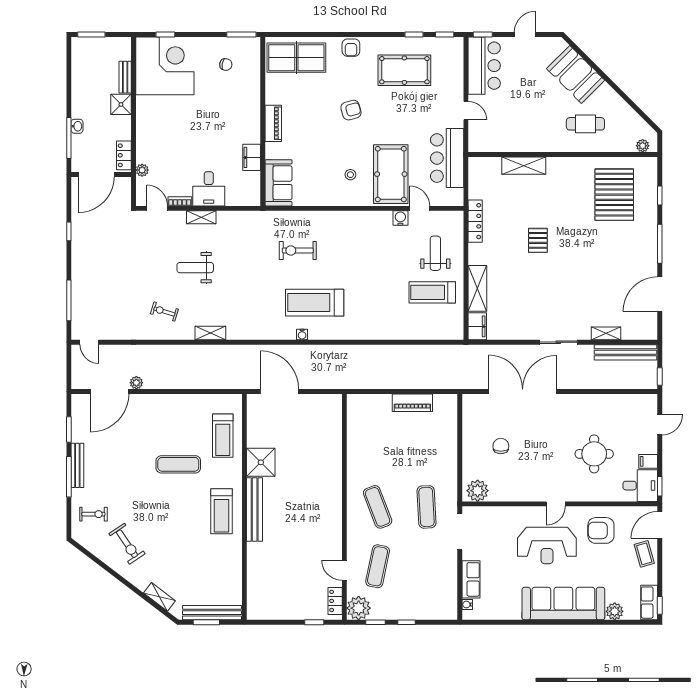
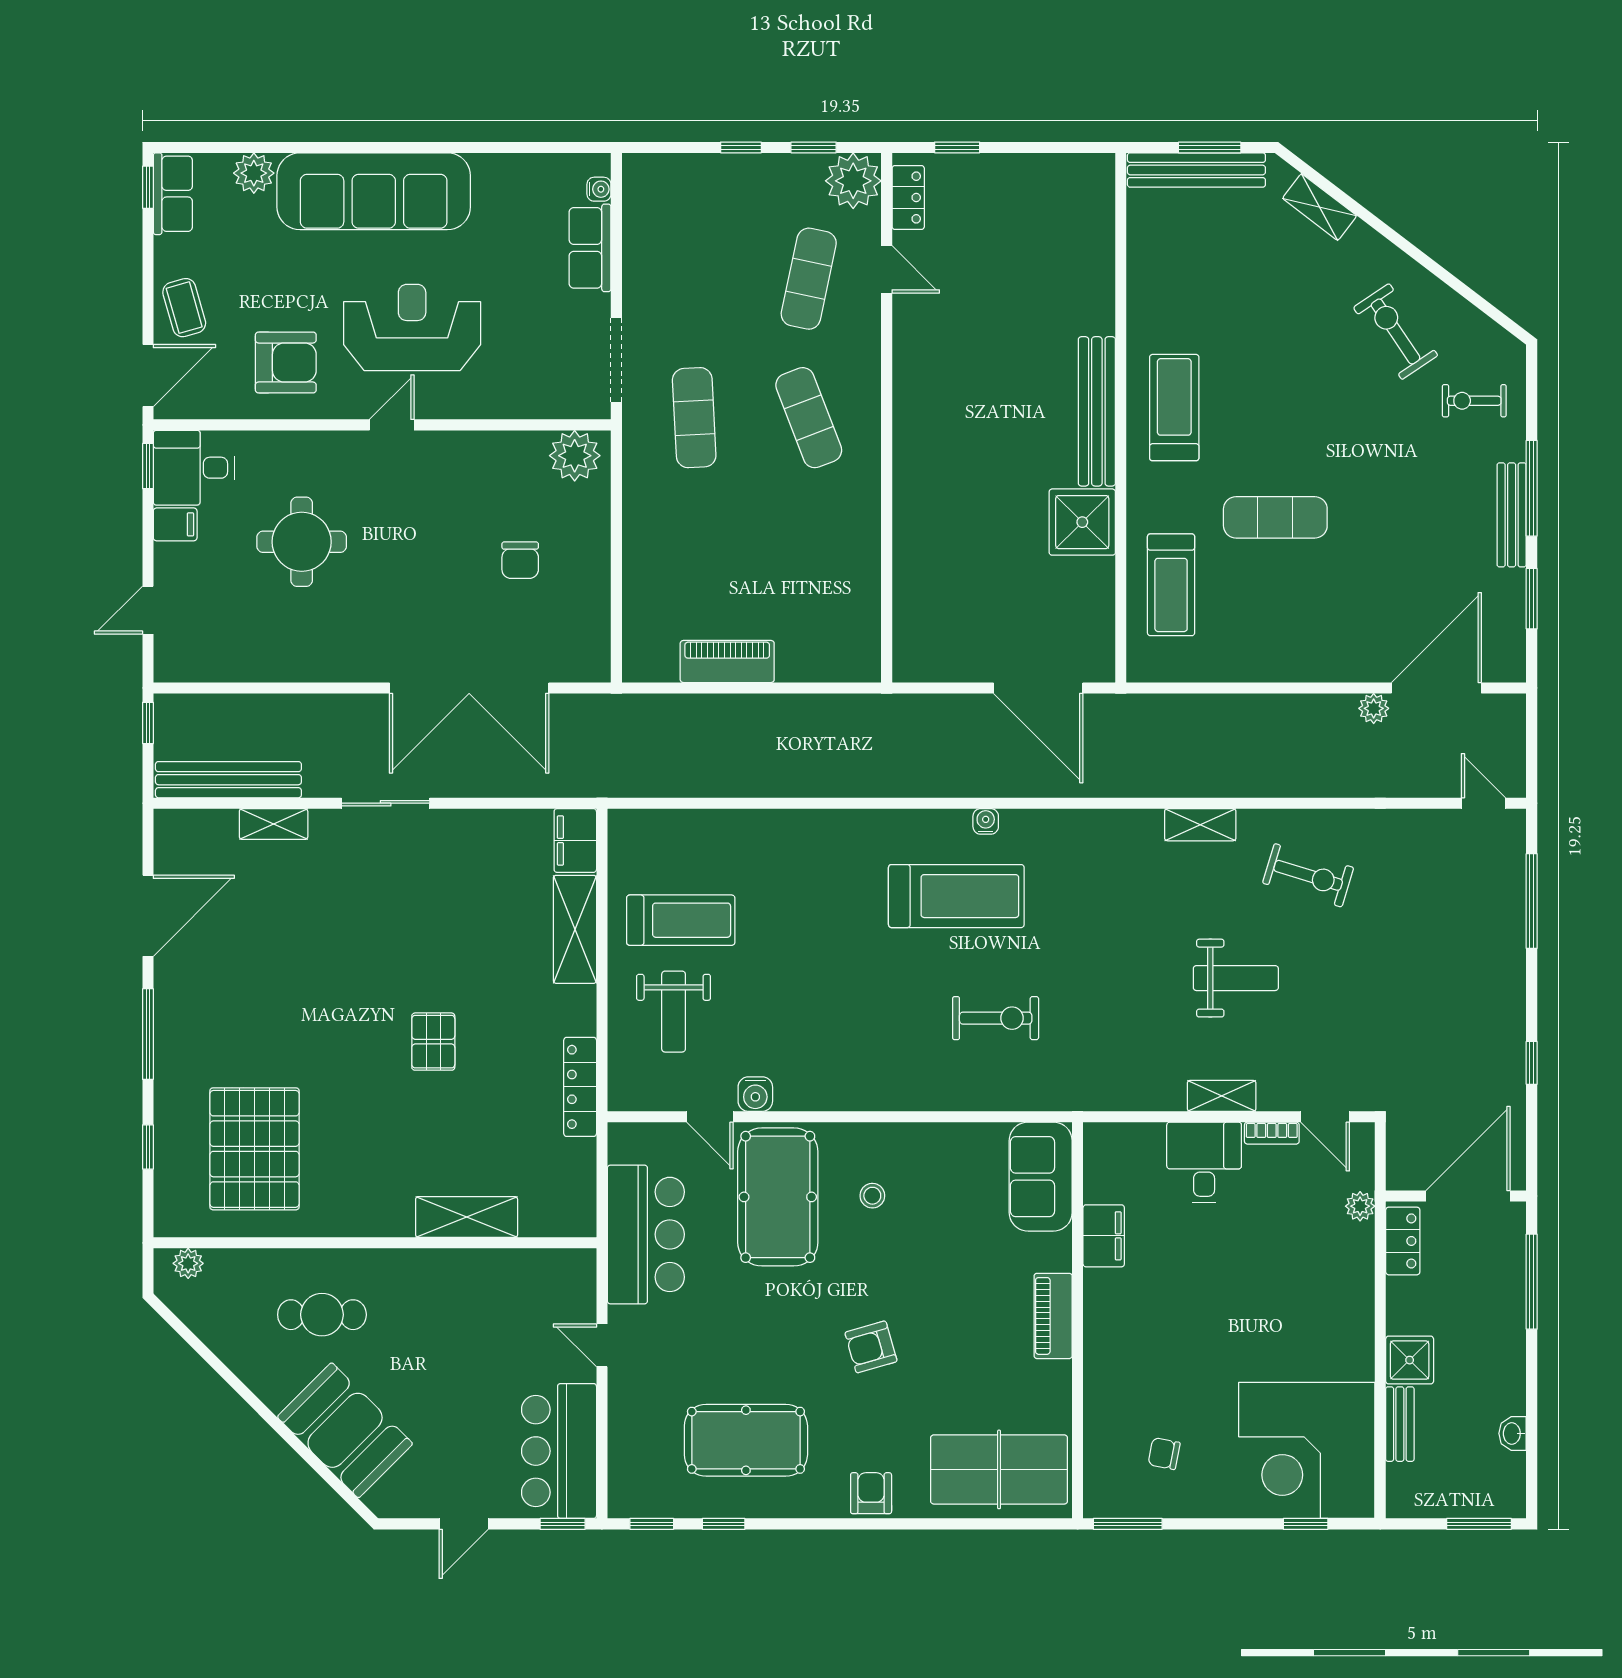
washbasin: (77, 126) -> (1513, 1433), moved
exercise bike: (164, 311) -> (1308, 875), width x1.38, depth x1.39
treadmill: (223, 436) -> (1171, 585), turned 180

